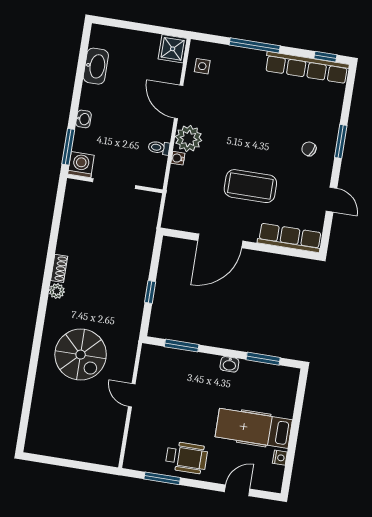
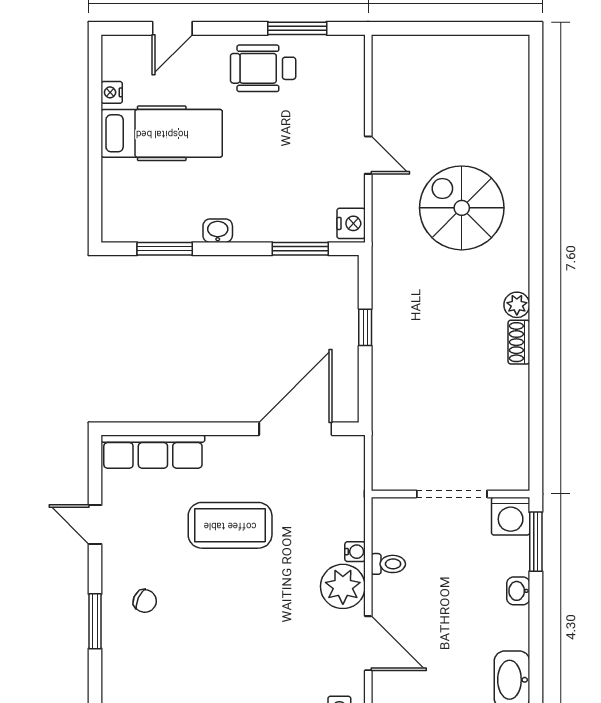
door: (220, 241) -> (295, 429), moved
nightstand: (149, 356) -> (351, 223), added

